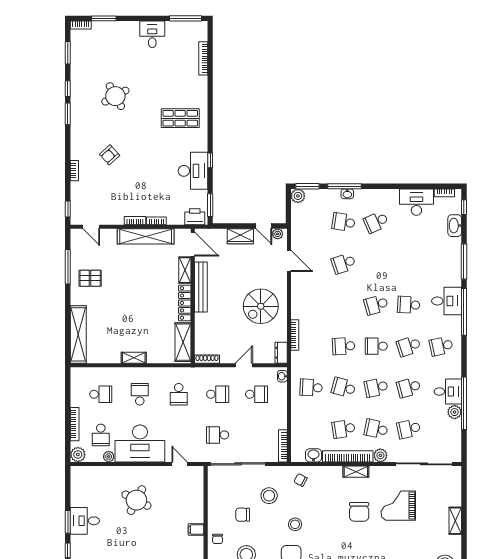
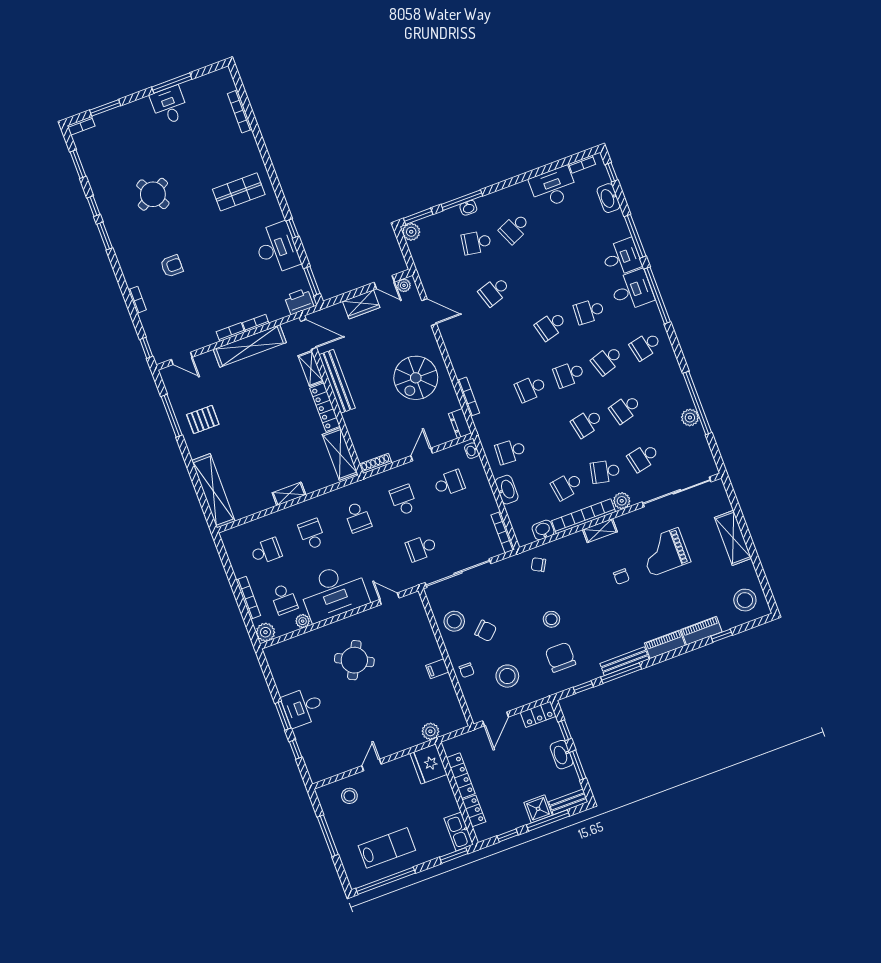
window: (185, 18) -> (172, 83), moved
armchair: (110, 155) -> (172, 266), turned -138
school desk: (344, 387) -> (549, 437), removed
desk: (448, 392) -> (621, 258), moved
school desk: (218, 394) -> (403, 500), turned -90
washbasin: (298, 415) -> (507, 490), added
stool: (269, 496) -> (454, 621), moved
chair: (359, 512) -> (621, 577), width x0.54, depth x0.54
chair: (243, 515) -> (486, 631), turned -133
shelving: (455, 521) -> (733, 538), width x1.50, depth x1.33

